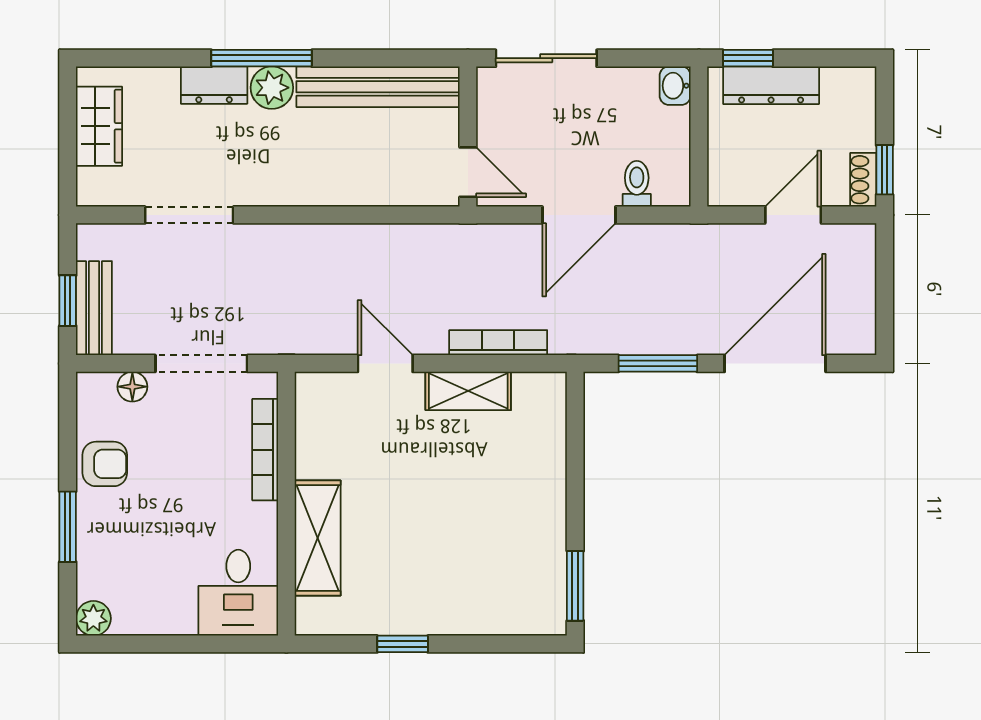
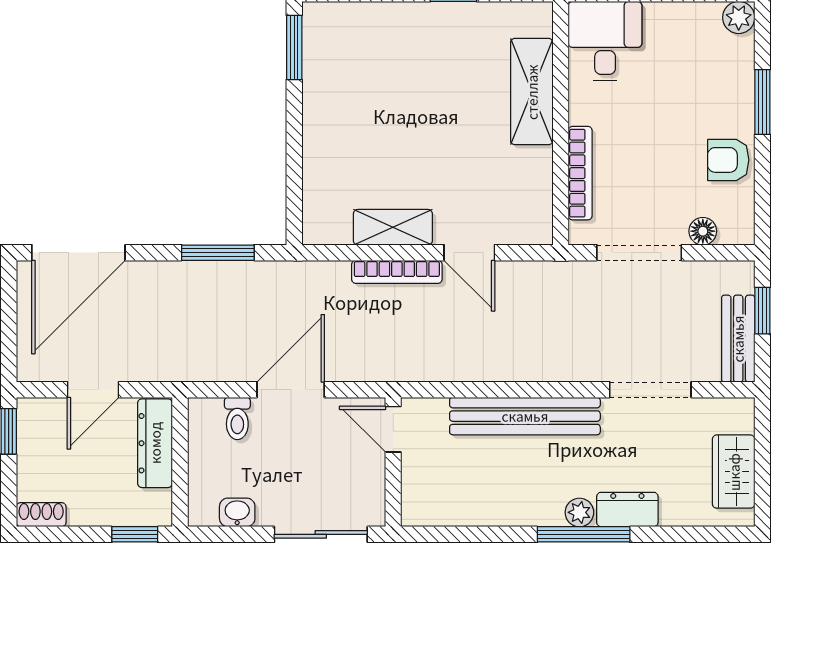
dresser: (771, 85) -> (155, 443), moved, turned -90
washbasin: (675, 86) -> (237, 512), moved, turned -90
bench: (378, 87) -> (525, 416), moved
plant: (272, 88) -> (579, 512), width x0.73, depth x0.73
shoe rack: (863, 180) -> (41, 515), moved, turned -90
bench: (94, 308) -> (738, 339), moved
bookcase: (498, 343) -> (397, 272), moved
door: (775, 363) -> (78, 253), moved

